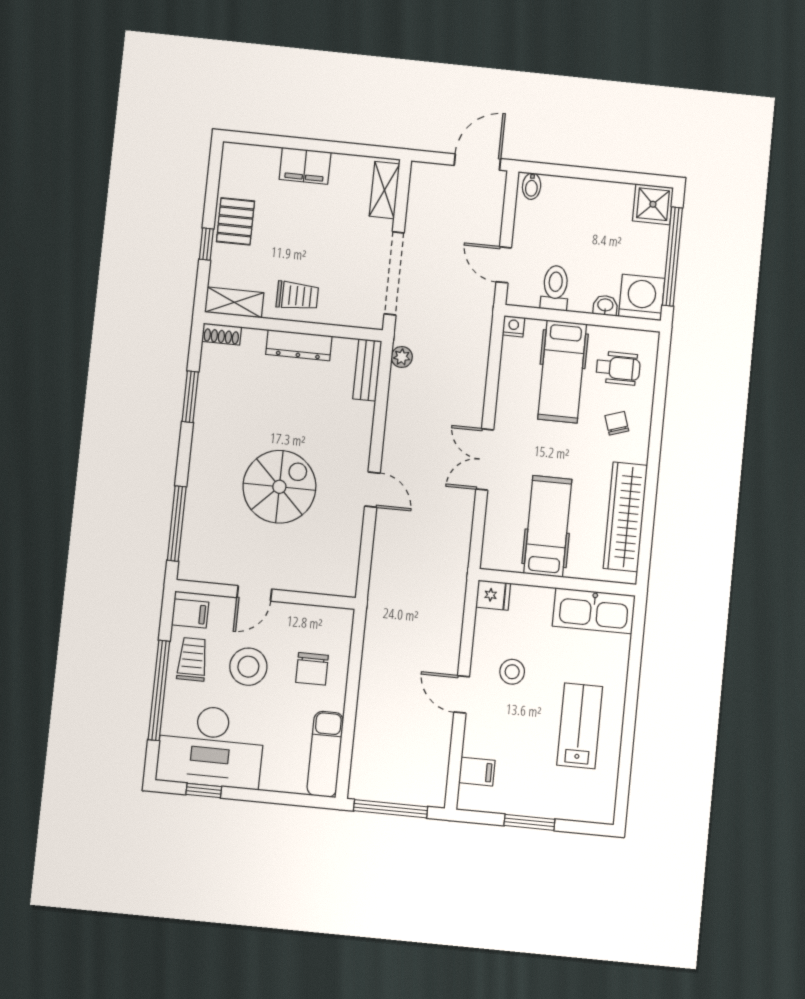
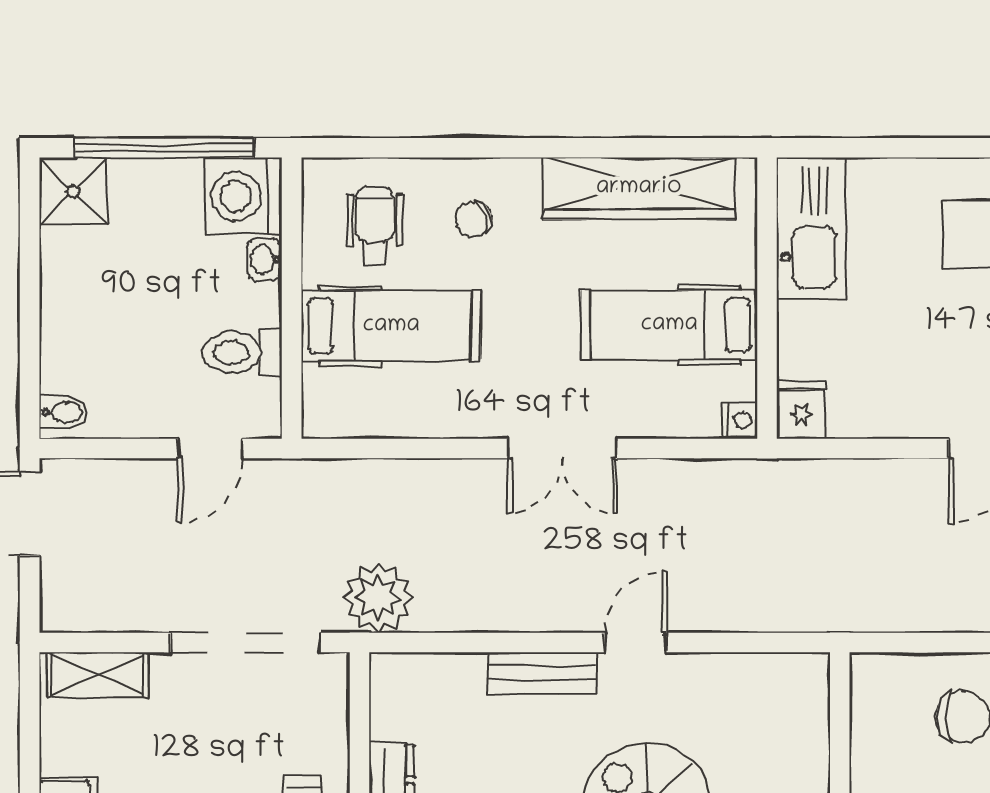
nightstand: (514, 326) -> (740, 420), moved, turned 180
plant: (402, 357) -> (378, 598), width x1.88, depth x1.88
bench: (367, 370) -> (542, 673), moved
stool: (512, 672) -> (933, 363), removed

